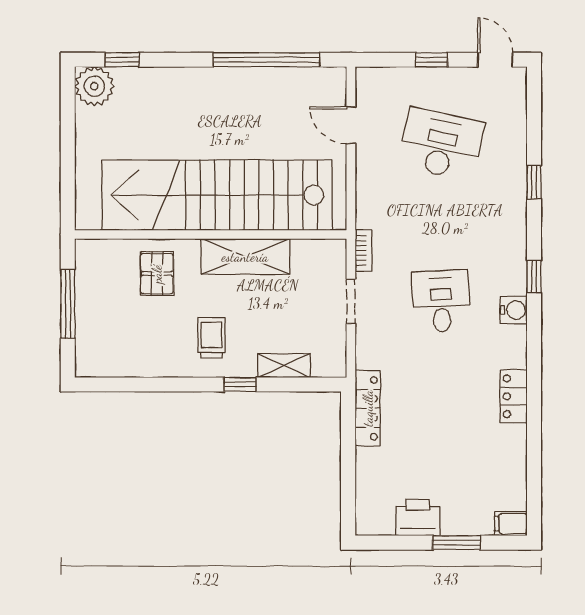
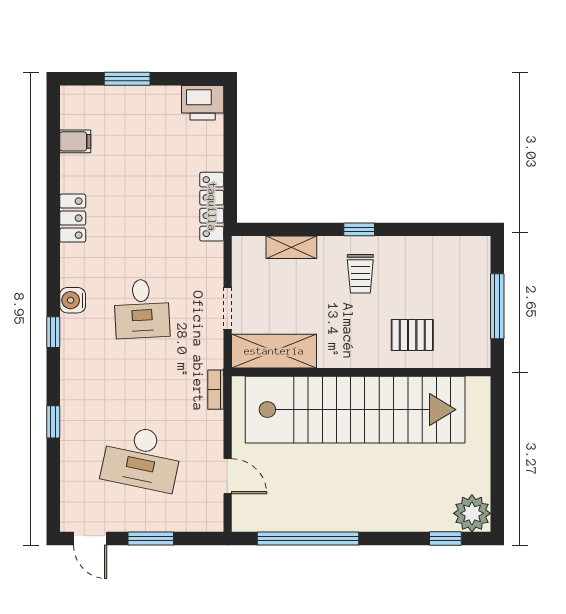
window: (432, 60) -> (151, 539), width x1.50
bookcase: (363, 251) -> (216, 390), moved
shelving: (245, 257) -> (274, 351), moved
pallet: (157, 274) -> (412, 335), turned 90
window: (240, 384) -> (359, 229), moved
printer: (418, 517) -> (203, 103), moved
filing cabinet: (511, 524) -> (75, 141), moved

